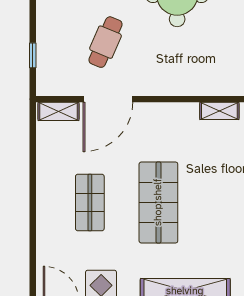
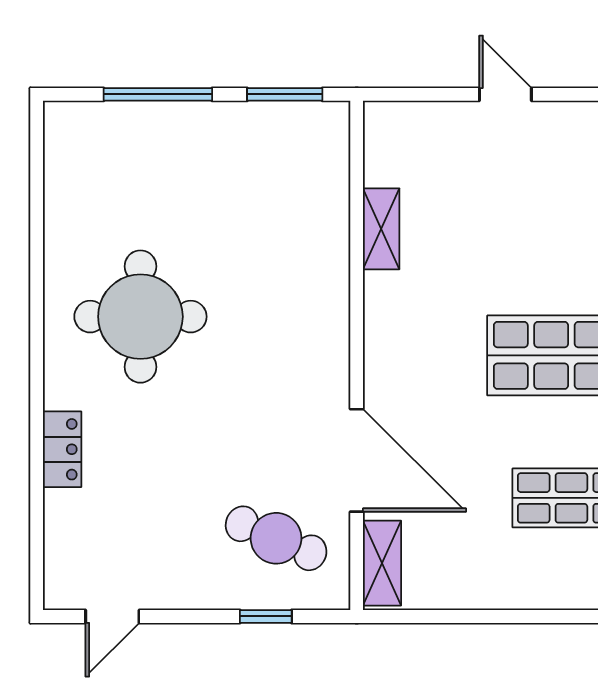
cafe table: (106, 42) -> (276, 538), moved

